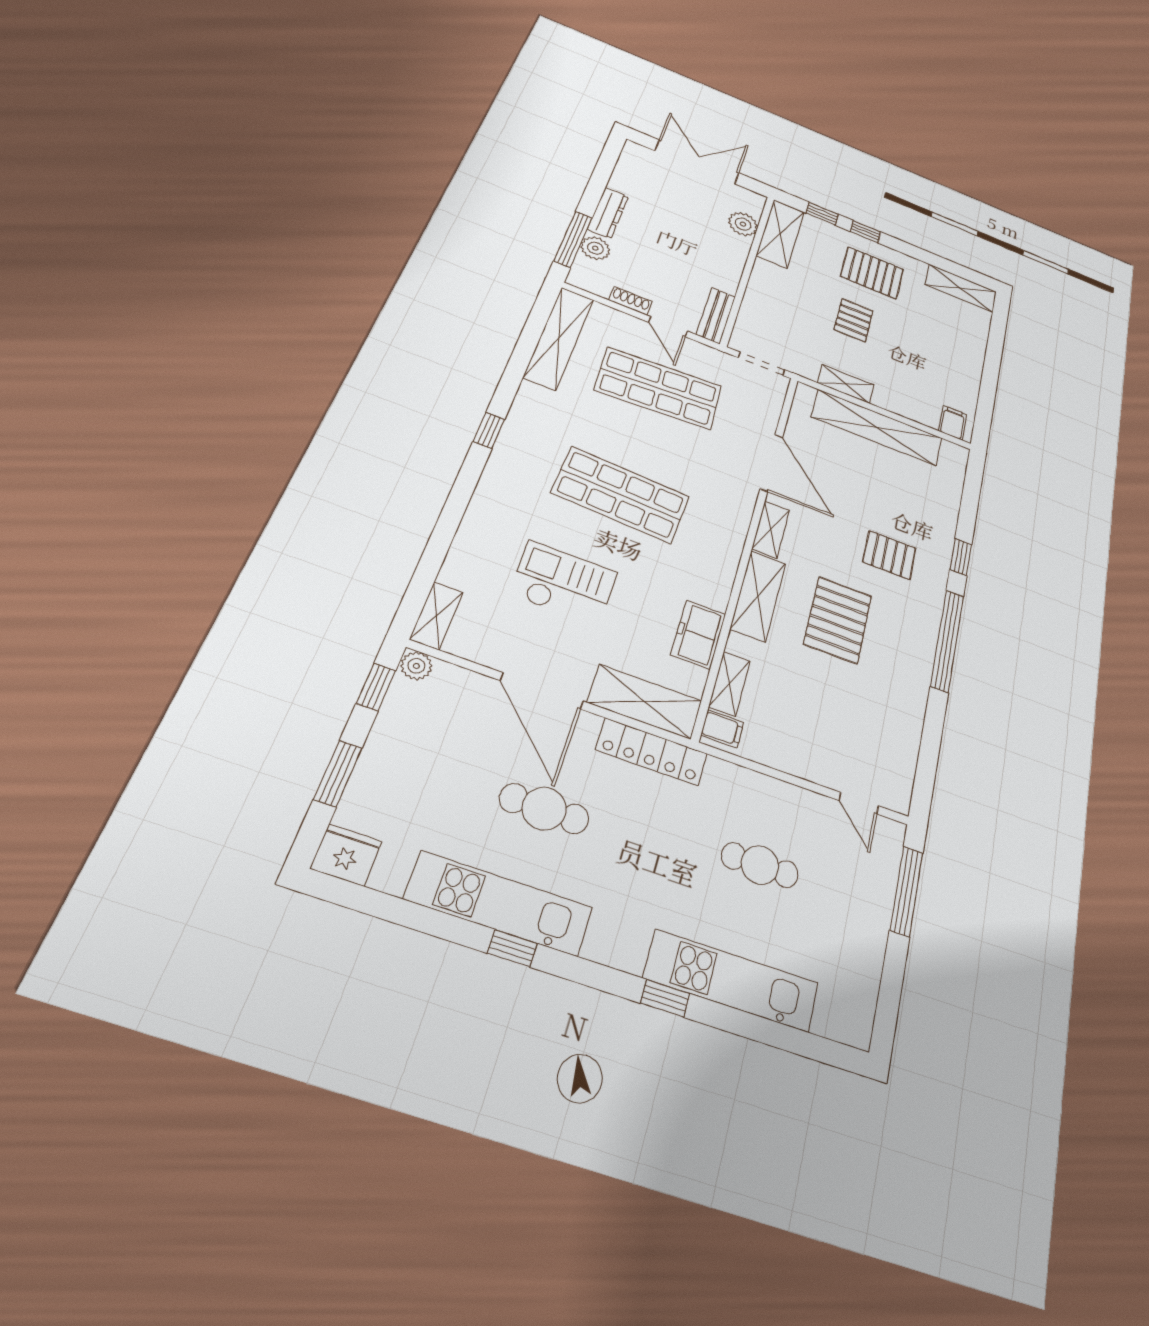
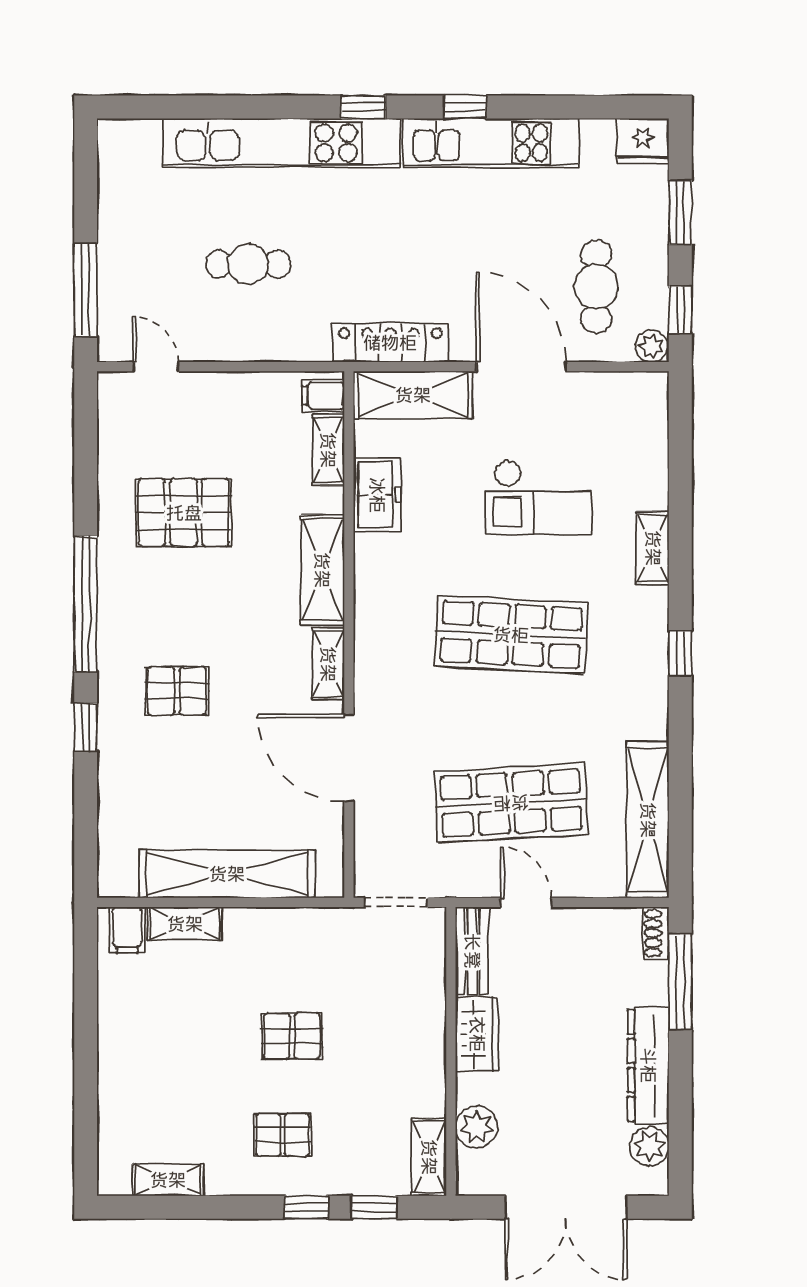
dresser: (608, 213) -> (648, 1065), width x1.37, depth x1.24
shelving: (780, 234) -> (429, 1157), width x0.67, depth x0.75
plant: (595, 248) -> (649, 1146), moved
wardrobe: (727, 270) -> (477, 1034), added
pallet: (872, 273) -> (283, 1135), width x0.67, depth x0.71
shelving: (961, 288) -> (168, 1180), width x0.67, depth x0.75
shoe rack: (630, 301) -> (656, 933), moved, turned 90
pallet: (854, 320) -> (292, 1036), turned 90
shelving: (846, 384) -> (185, 924), moved
shelving: (436, 616) -> (653, 548), moved
pallet: (838, 620) -> (184, 513), moved, turned 90
cafe table: (544, 809) -> (596, 287), moved, turned 90
kitchen unit: (732, 981) -> (281, 143), width x1.36
window: (665, 998) -> (363, 107), moved

